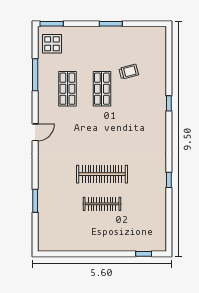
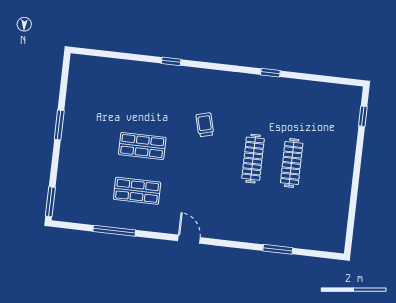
display table: (52, 44) -> (76, 204), removed
trolley: (129, 72) -> (205, 125), moved
clothes rail: (102, 174) -> (253, 159), width x0.73, depth x0.76

